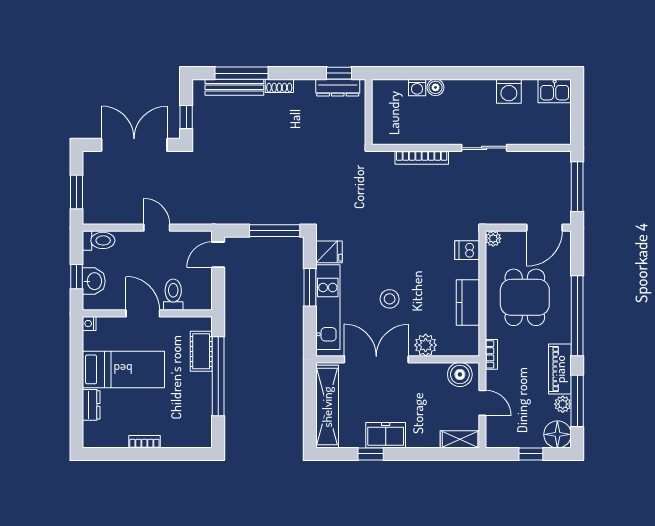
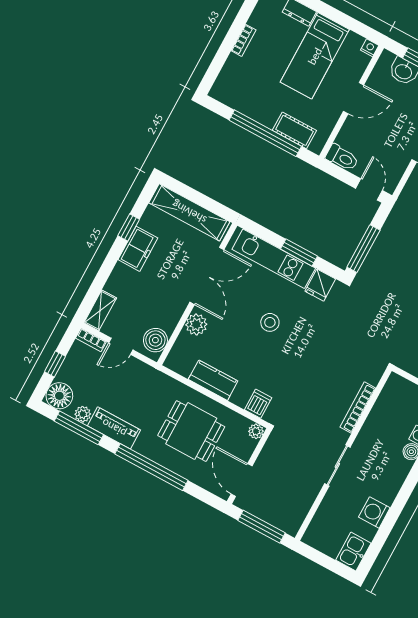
toilet: (173, 295) -> (342, 158), moved
stool: (390, 299) -> (270, 322), moved
bookcase: (491, 354) -> (91, 340), moved

